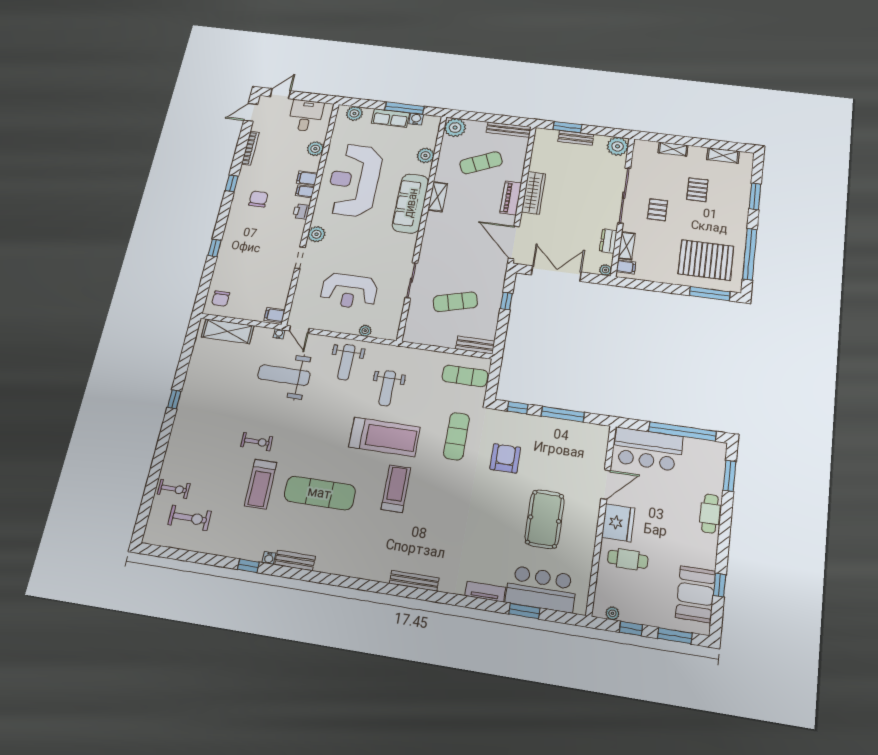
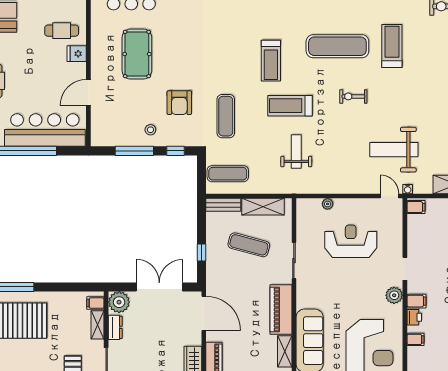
filing cabinet: (307, 178) -> (417, 301), moved
piano: (434, 236) -> (281, 310), added
plant: (605, 270) -> (119, 302), width x1.87, depth x1.87
double door: (556, 274) -> (159, 287), swing flipped
exercise mat: (455, 302) -> (249, 245), turned 30
shelving: (433, 337) -> (263, 207), added
weight bench: (346, 362) -> (339, 171), removed
weight bench: (284, 375) -> (394, 150), turned 180
stool: (542, 434) -> (150, 130), added
treadmill: (384, 437) -> (290, 106), width x0.73, depth x0.73
exercise bike: (257, 442) -> (353, 96), moved
bar counter: (648, 449) -> (45, 130), width x1.36
fridge: (618, 523) -> (77, 54), width x0.53, depth x0.75

